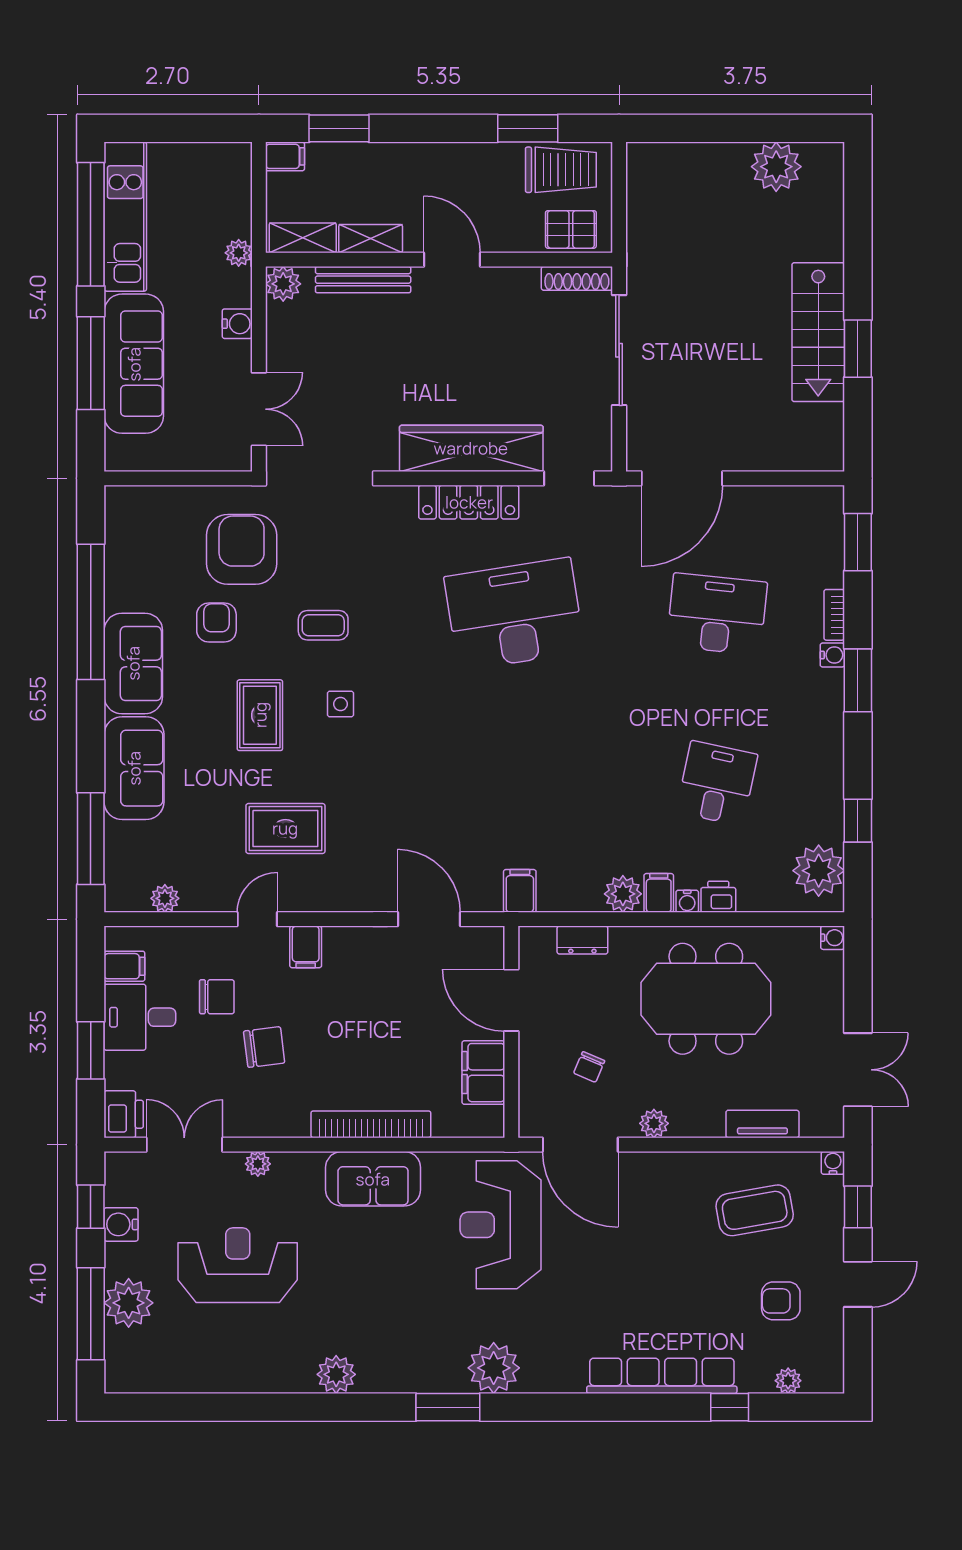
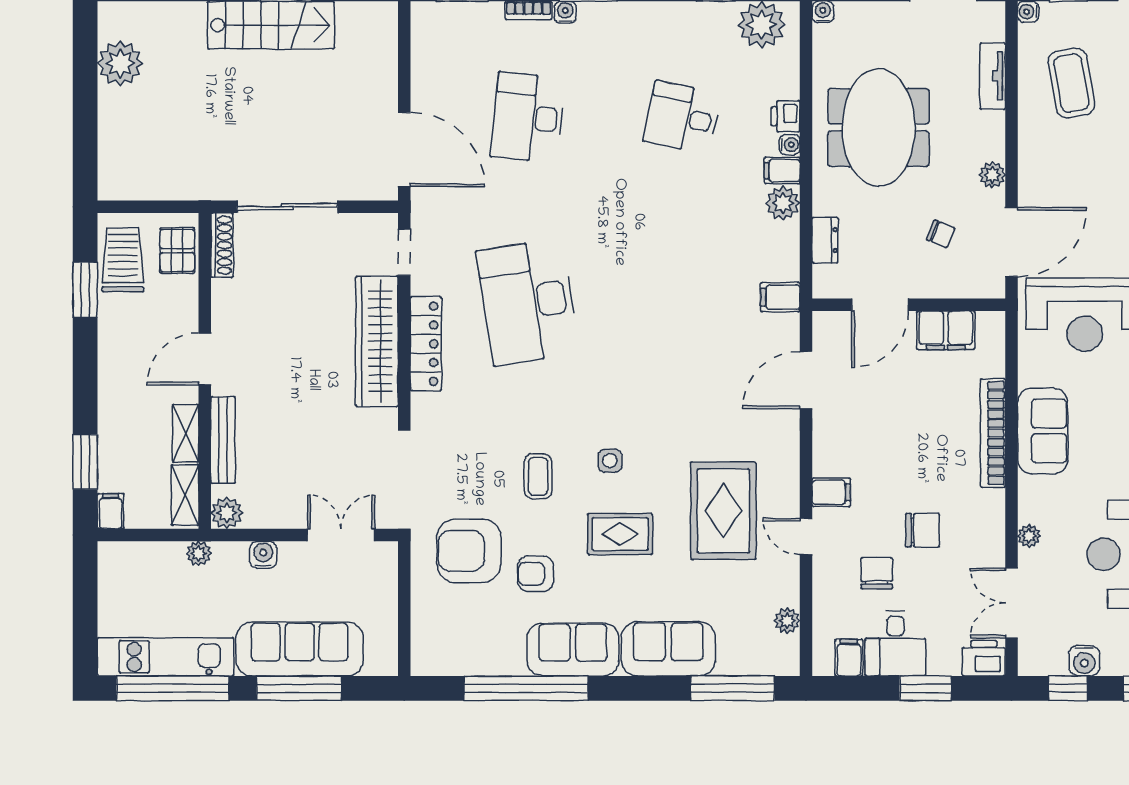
rug: (285, 828) -> (723, 511), width x1.36, depth x1.43
chair: (264, 1047) -> (923, 530), turned 97

